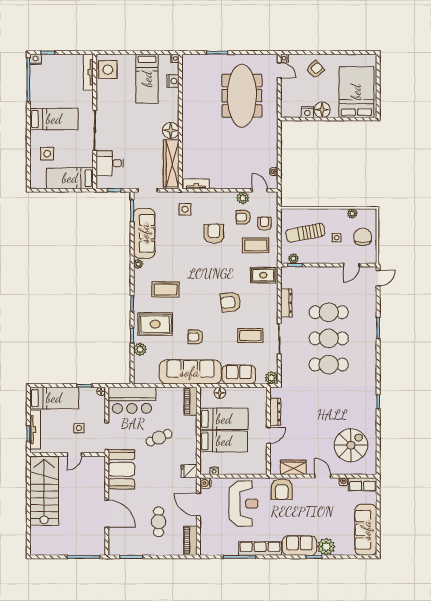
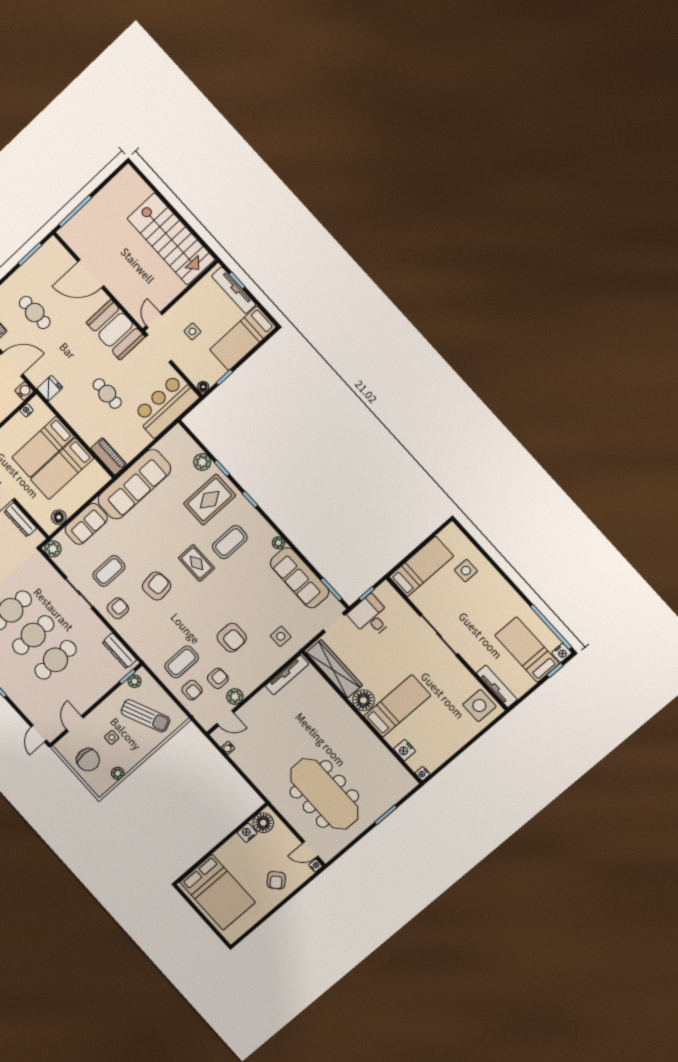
bed: (147, 79) -> (397, 706), moved, turned 90
floor lamp: (322, 110) -> (263, 823), moved
bed: (54, 119) -> (527, 650), moved, turned 90
desk: (110, 163) -> (371, 617), moved, turned -90
tv unit: (196, 184) -> (287, 675), width x1.41
sun lounger: (305, 233) -> (145, 716), turned 77
rug: (263, 275) -> (196, 563), moved, turned 90
dresser: (286, 303) -> (119, 651), moved
armchair: (195, 337) -> (118, 608), moved
floor lamp: (220, 393) -> (59, 517), moved
cafe table: (159, 438) -> (107, 394), turned -66
door: (74, 454) -> (154, 320), moved

